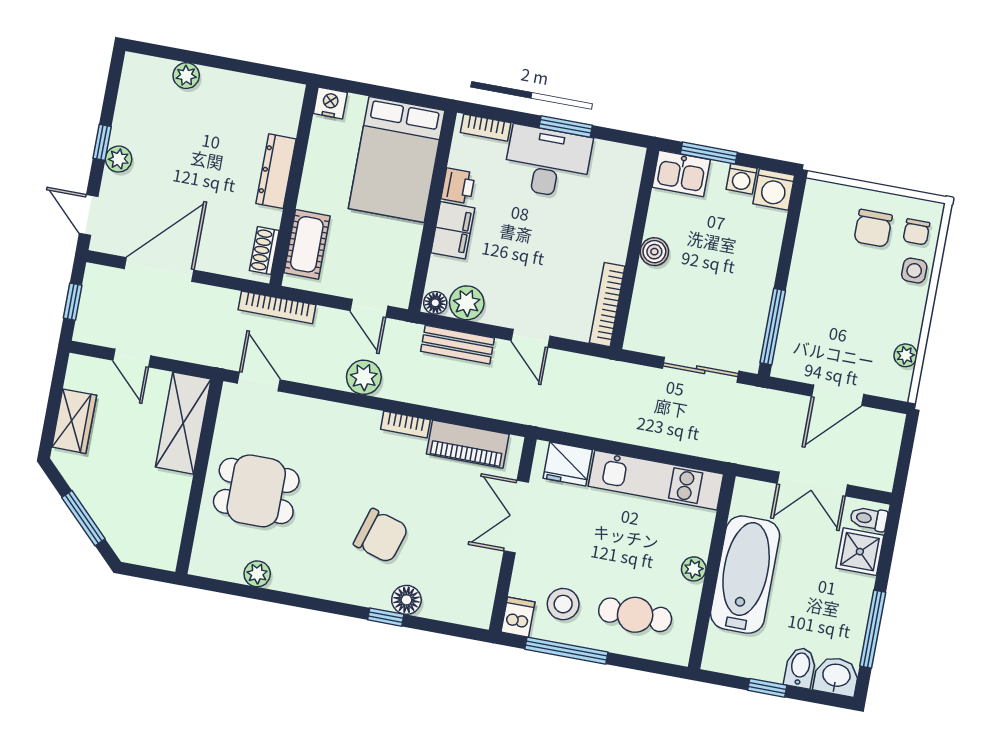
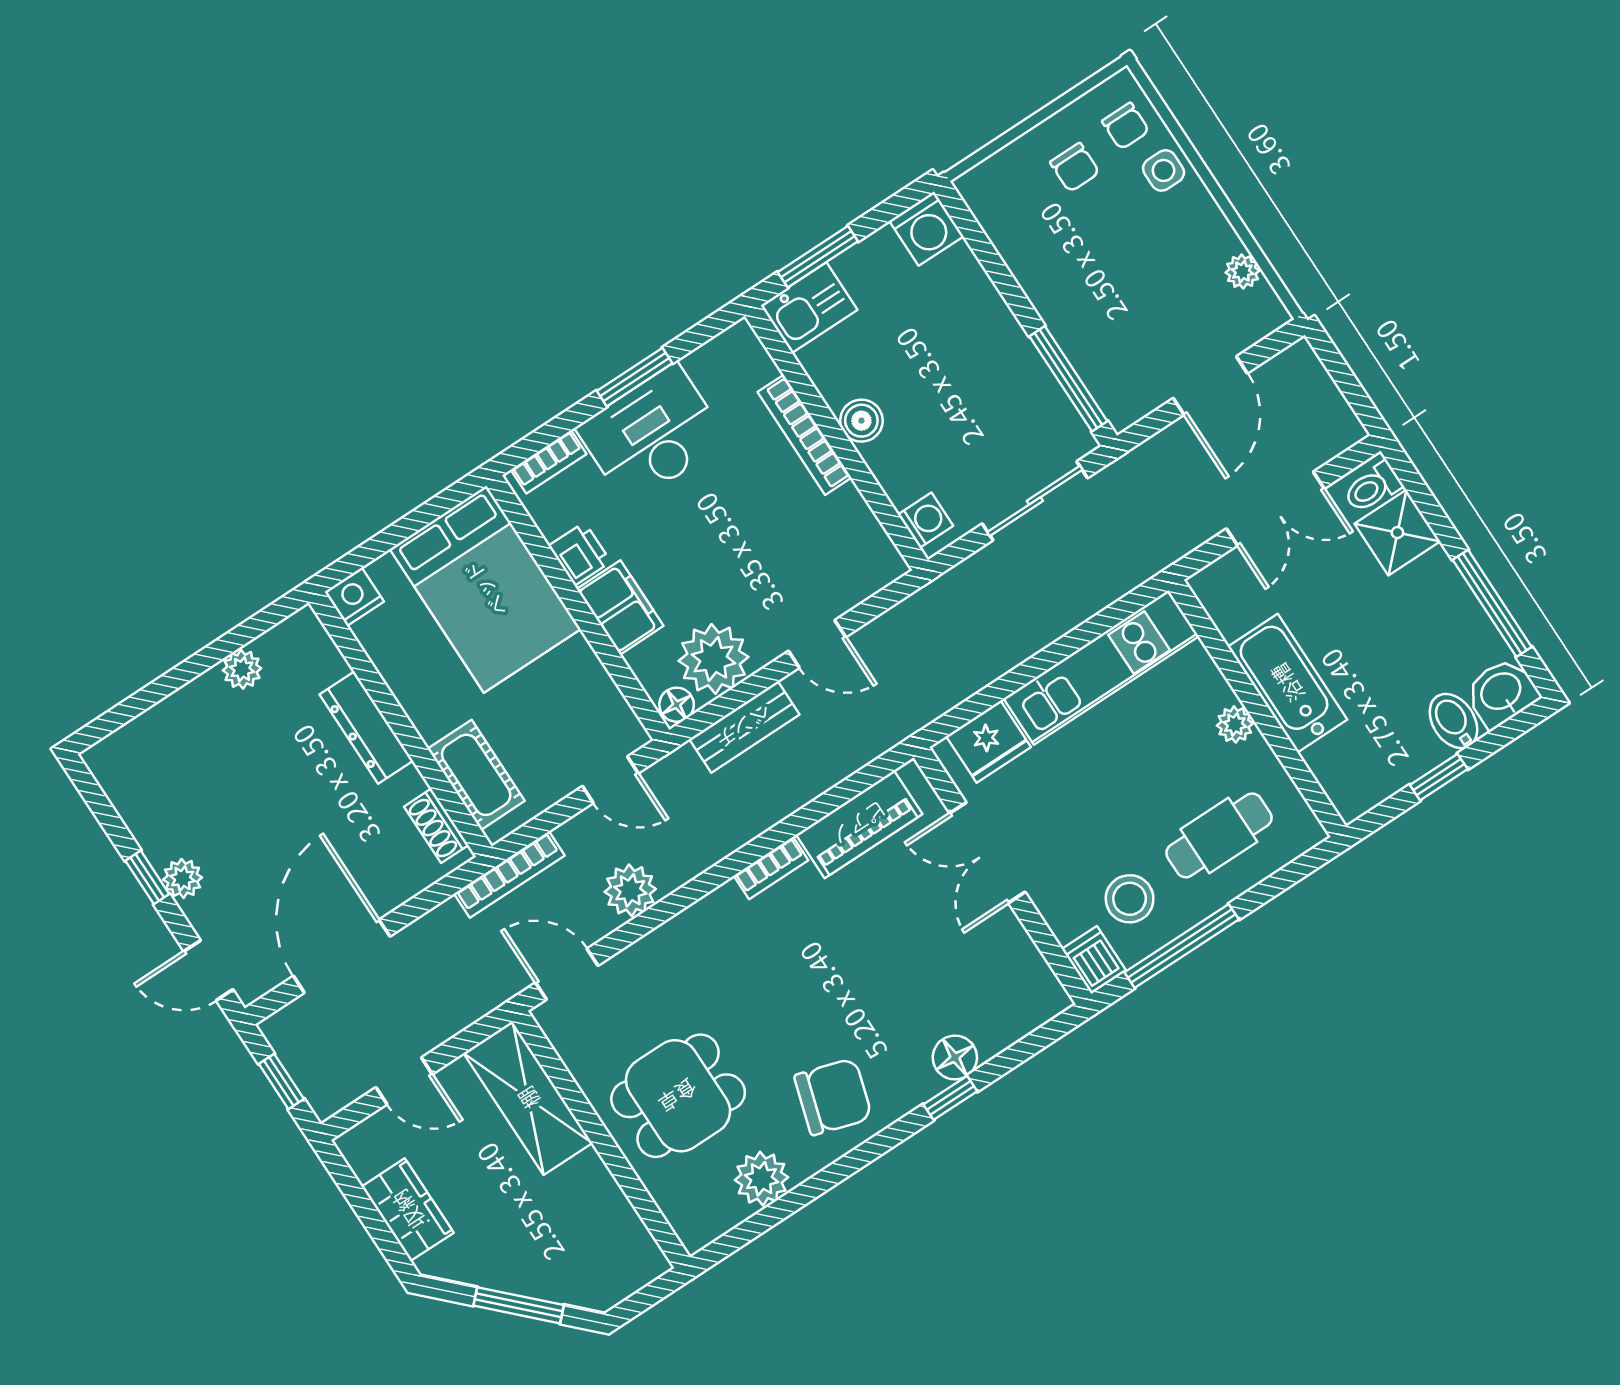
plant: (186, 76) -> (242, 669), moved
washing machine: (742, 179) -> (926, 520), moved, turned -90
chair: (873, 228) -> (1075, 167), width x0.73, depth x0.73
plant: (467, 303) -> (714, 659), width x1.36, depth x1.36
bookcase: (607, 305) -> (804, 435), moved
plant: (364, 377) -> (630, 890), moved
chair: (381, 536) -> (833, 1097), moved
plant: (257, 574) -> (761, 1179), width x1.38, depth x1.38
bathtub: (745, 575) -> (1287, 683), width x0.73, depth x0.73

